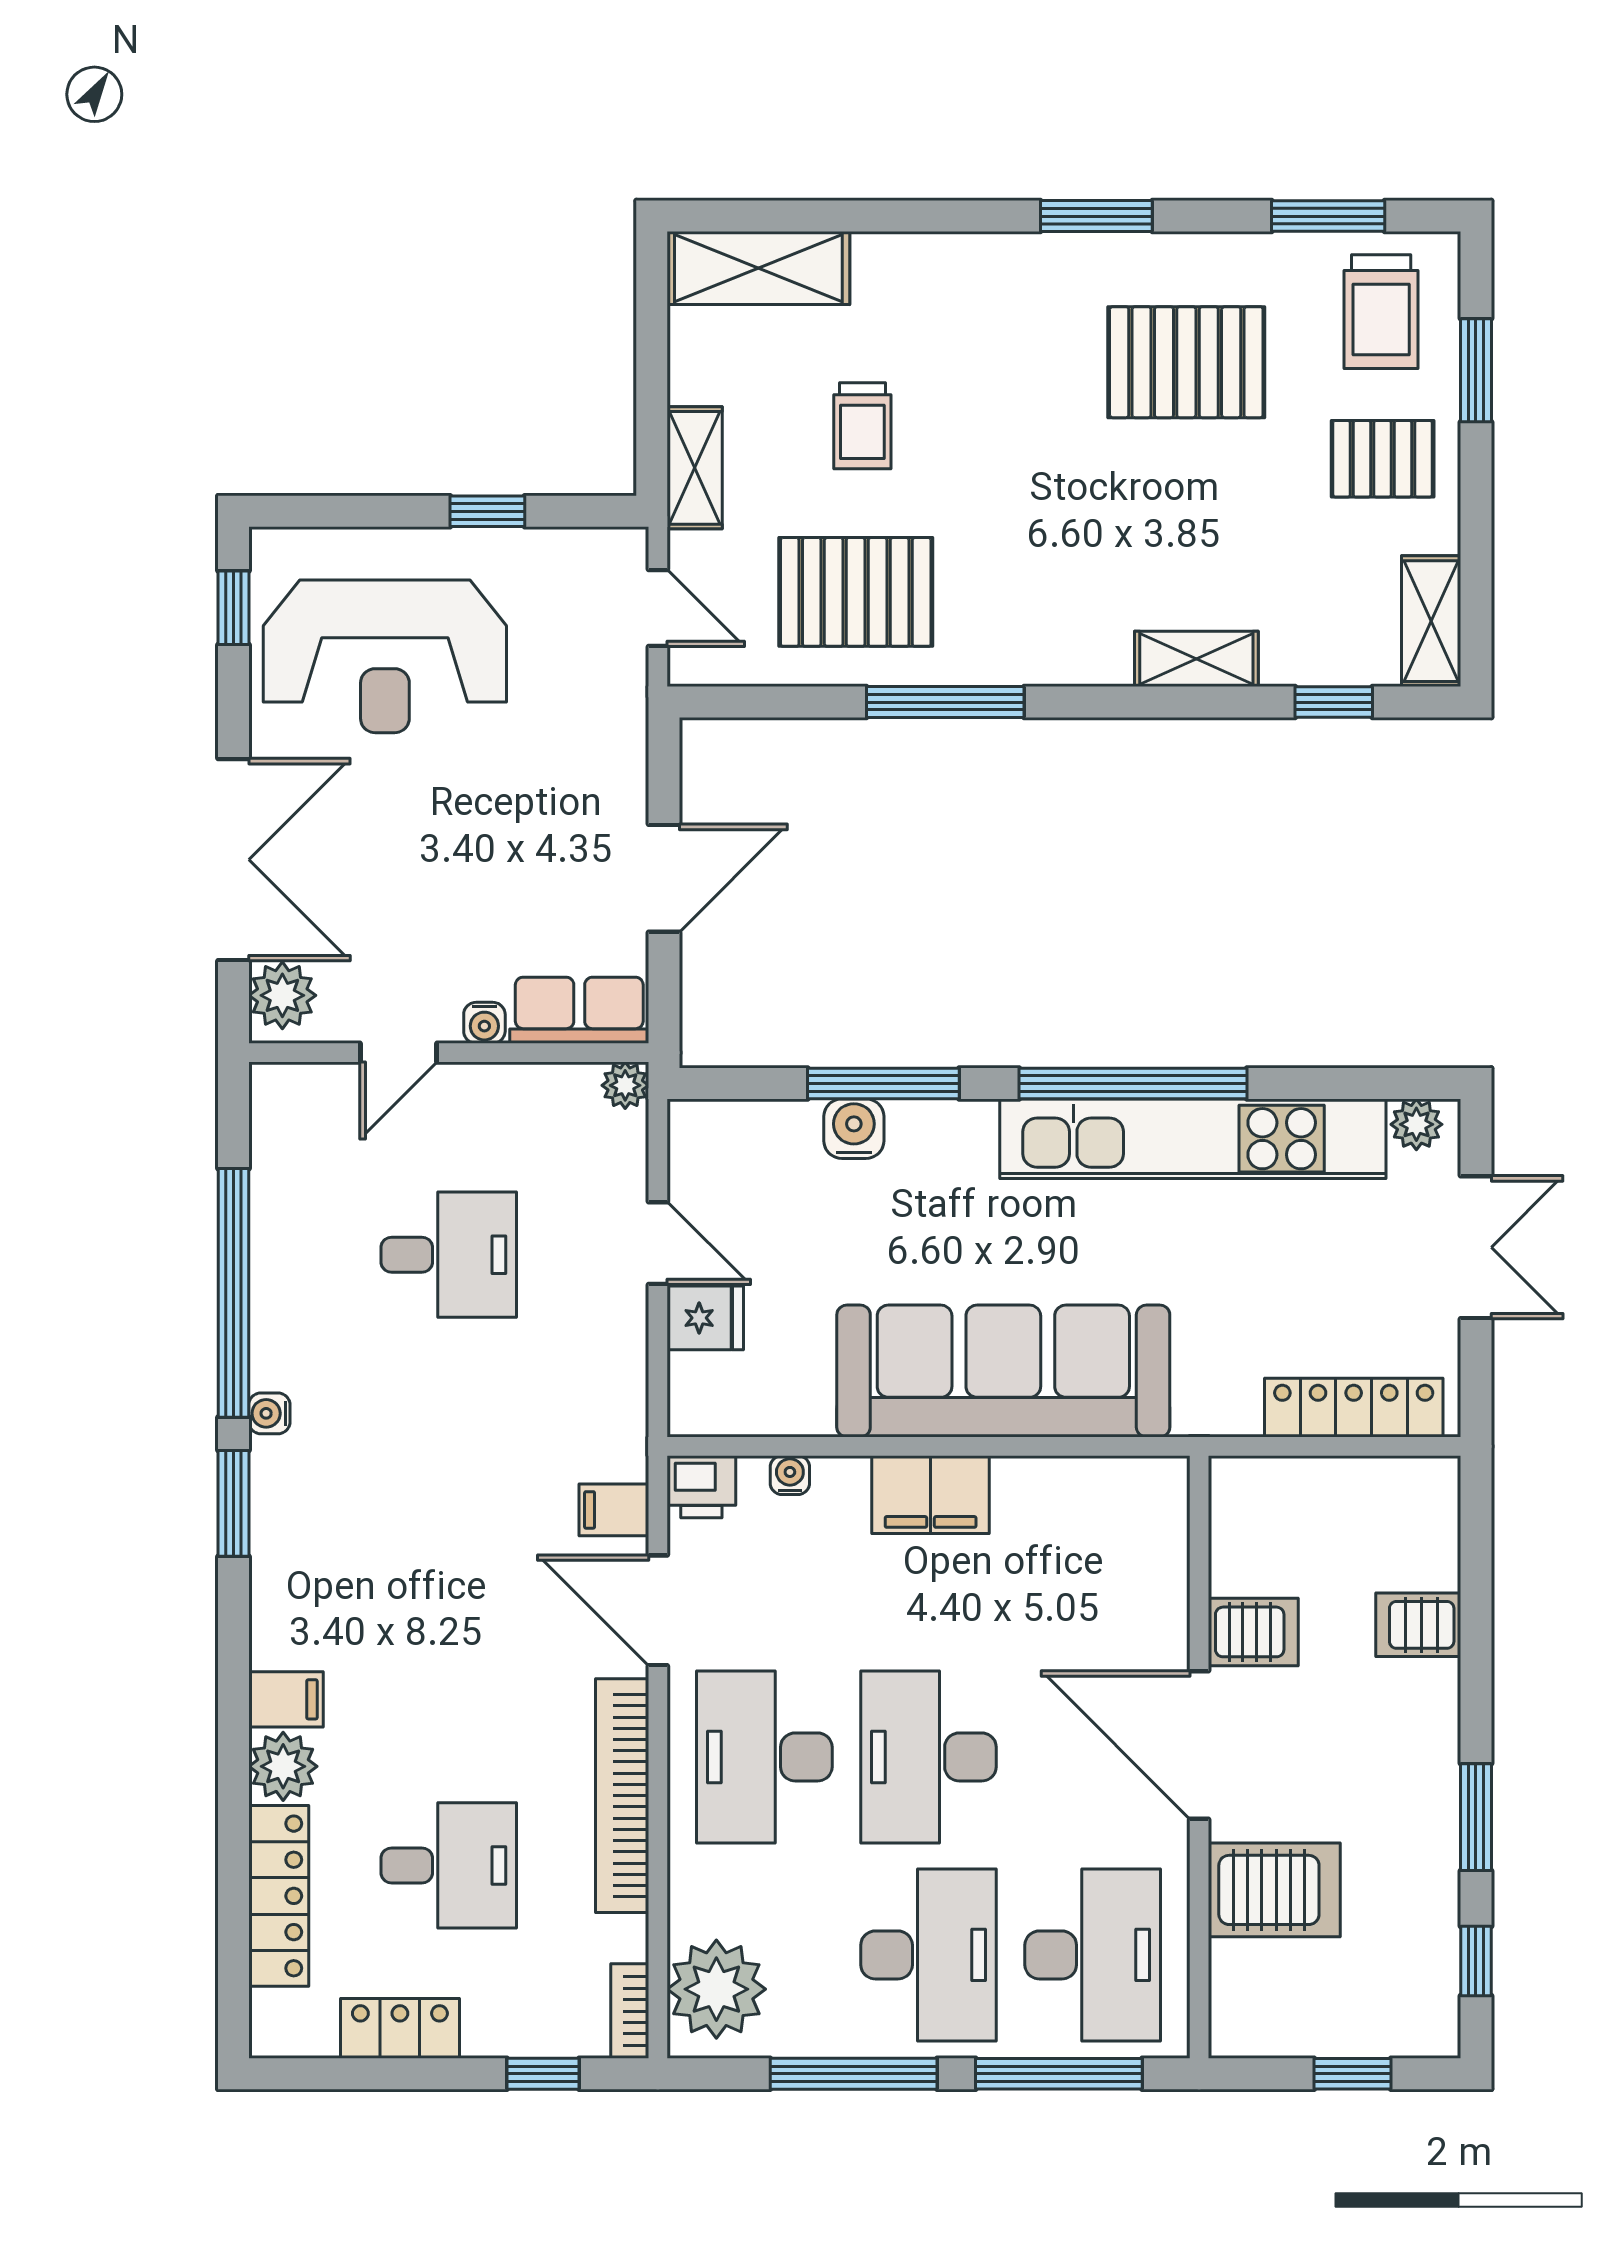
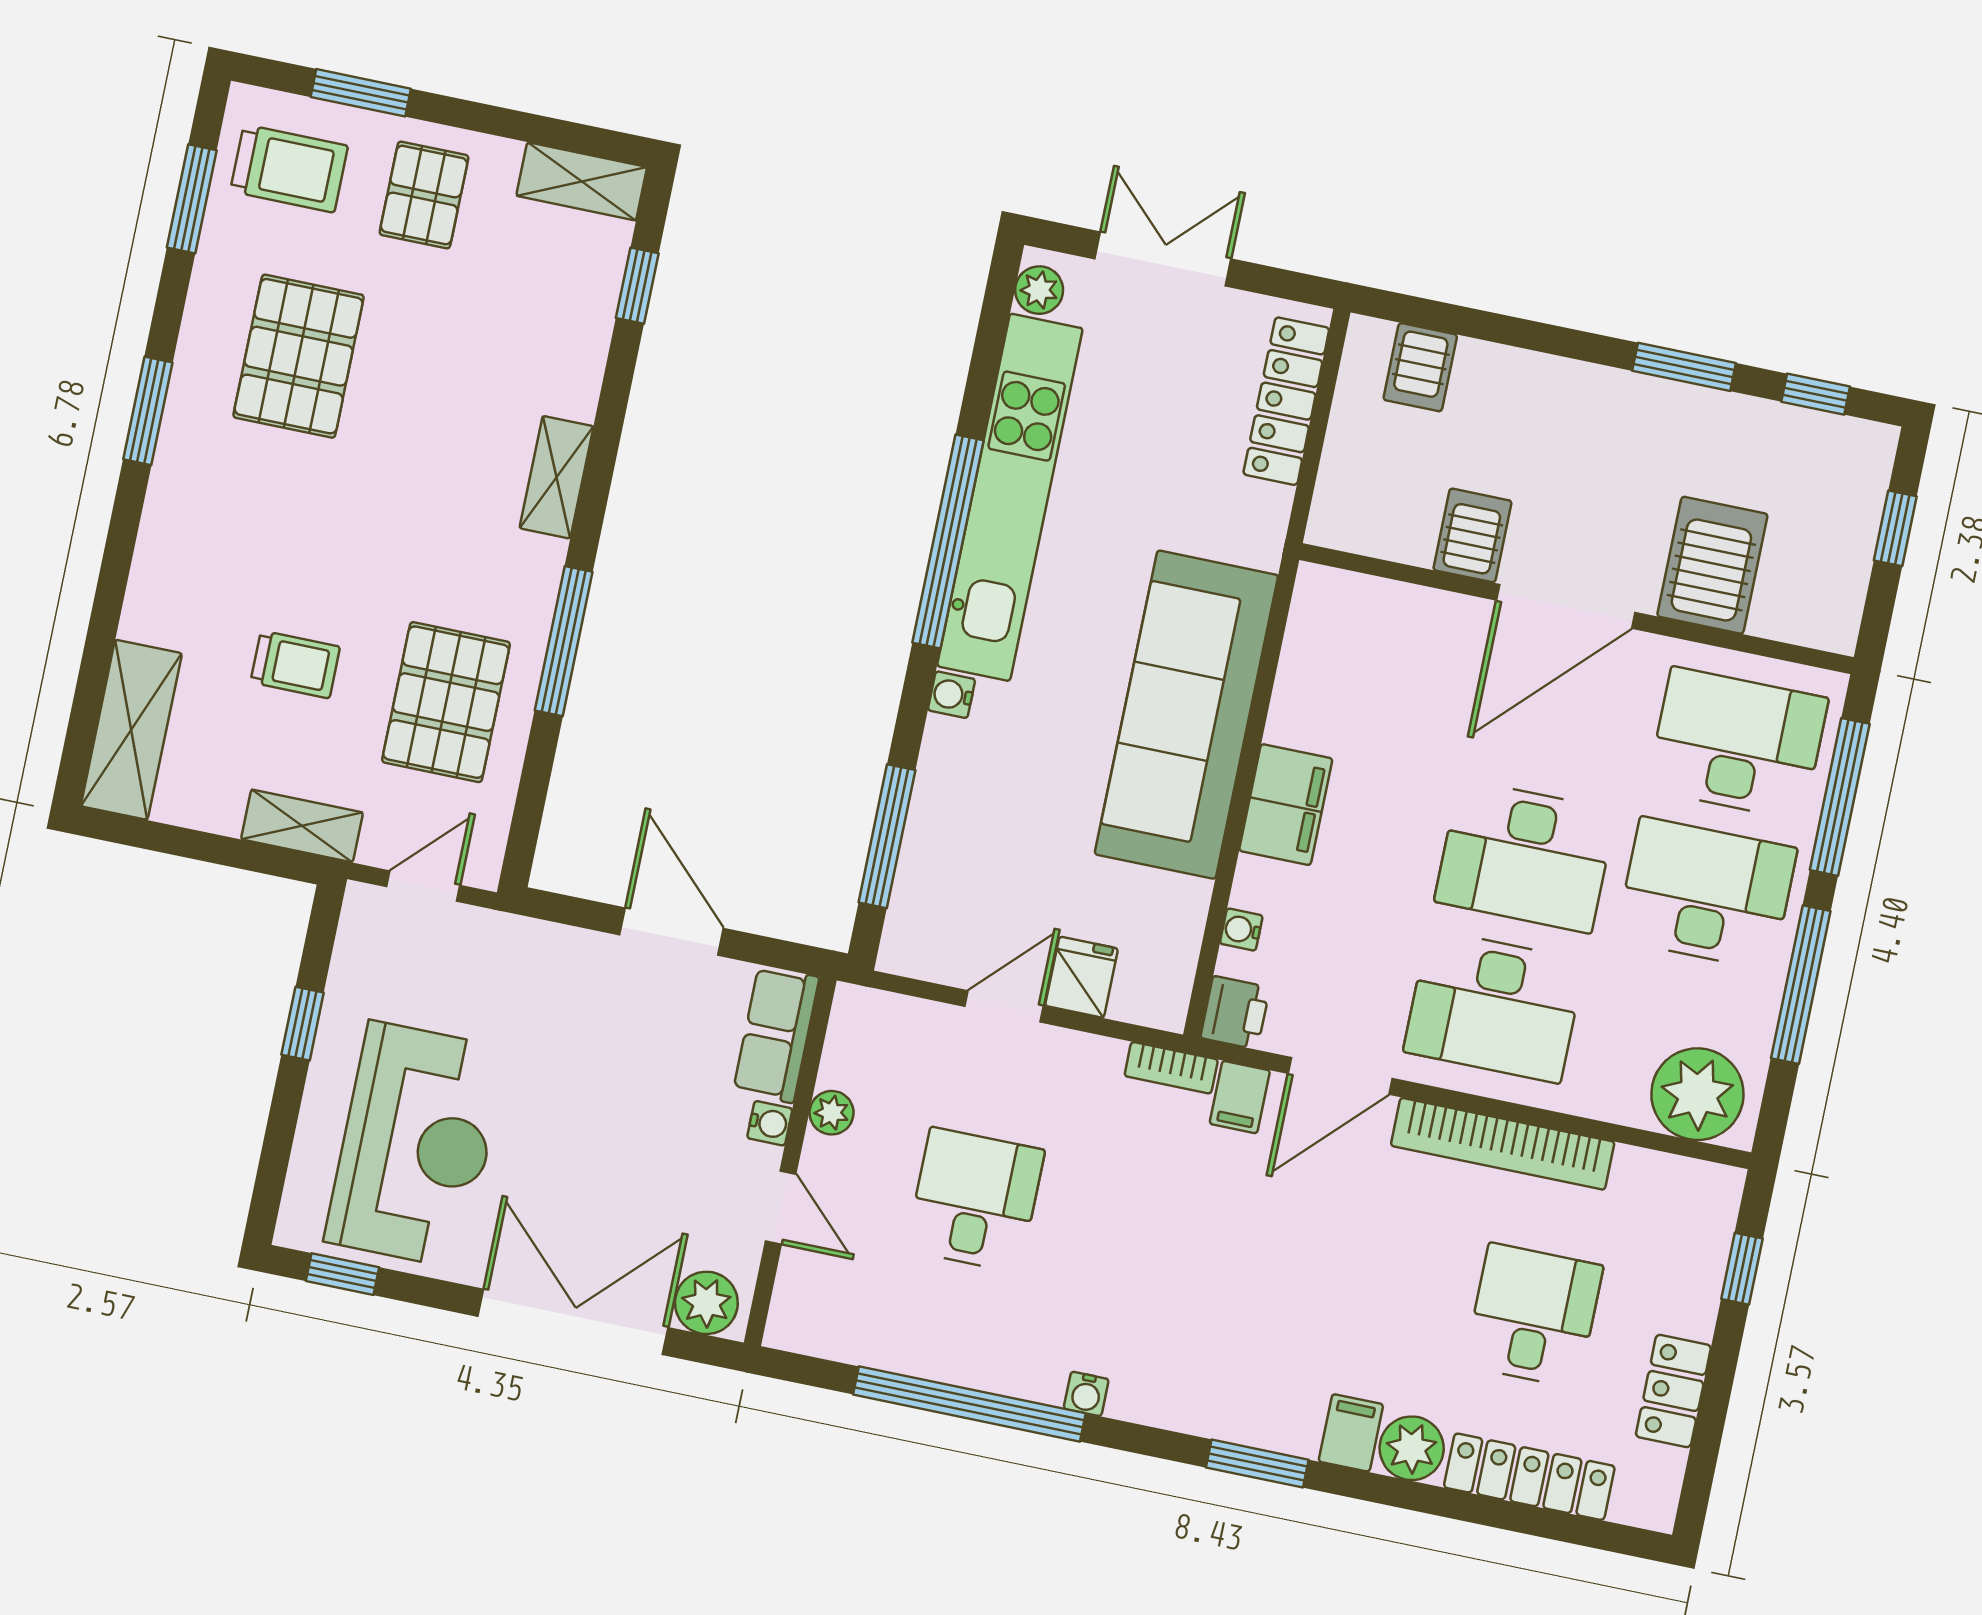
shelving: (1196, 659) -> (556, 477), moved
window: (883, 1083) -> (887, 836), moved
plant: (625, 1085) -> (832, 1113), moved
water cooler: (854, 1129) -> (952, 695), moved, width x0.72, depth x0.72
window: (233, 1503) -> (1257, 1464), moved
server rack: (1418, 1625) -> (1420, 367), moved
bookcase: (630, 2011) -> (1171, 1068), moved

